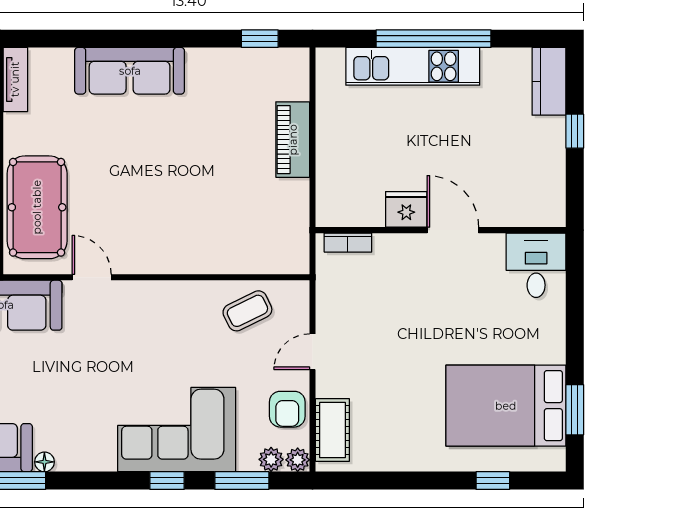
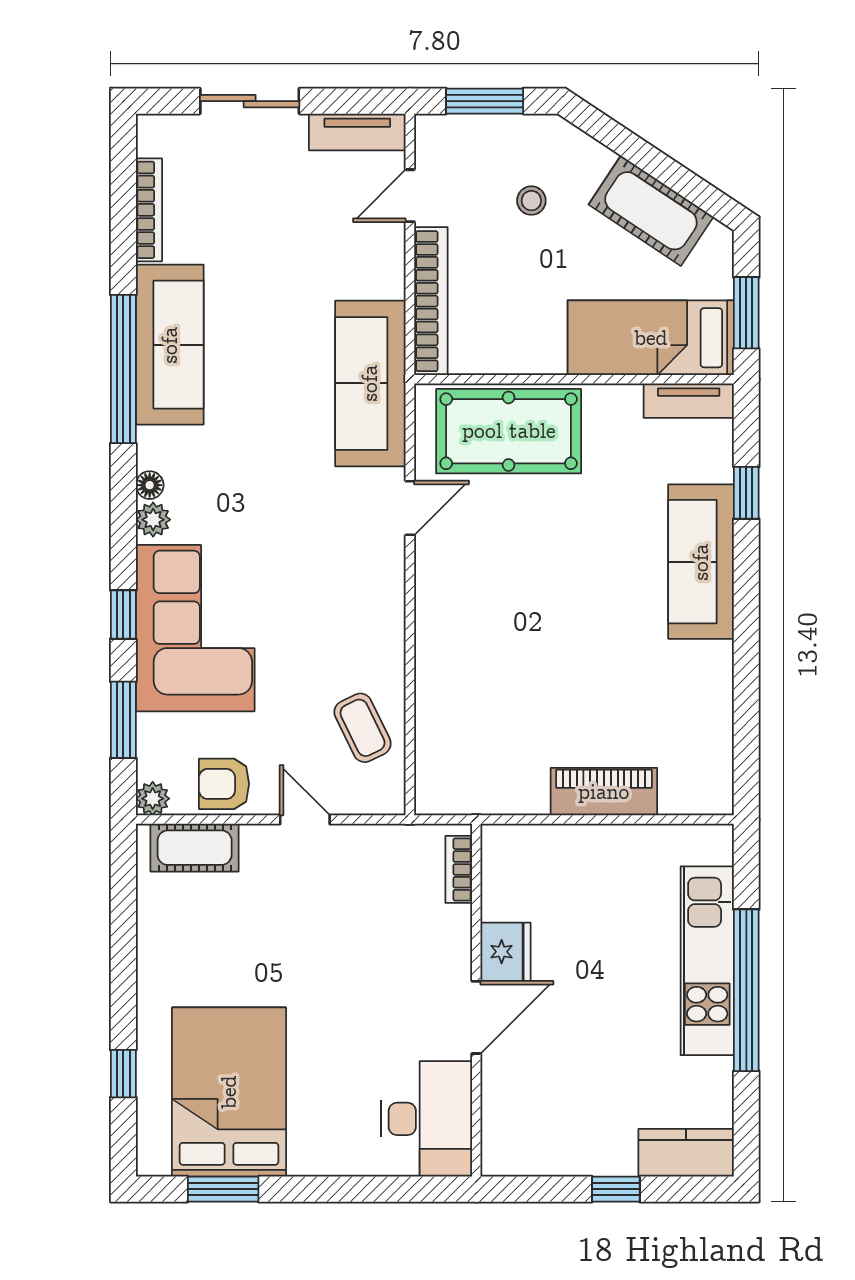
window: (260, 39) -> (746, 493), moved
desk: (536, 265) -> (427, 1119), width x1.37
plant: (271, 459) -> (153, 520), moved
floor lamp: (44, 462) -> (150, 485), moved

